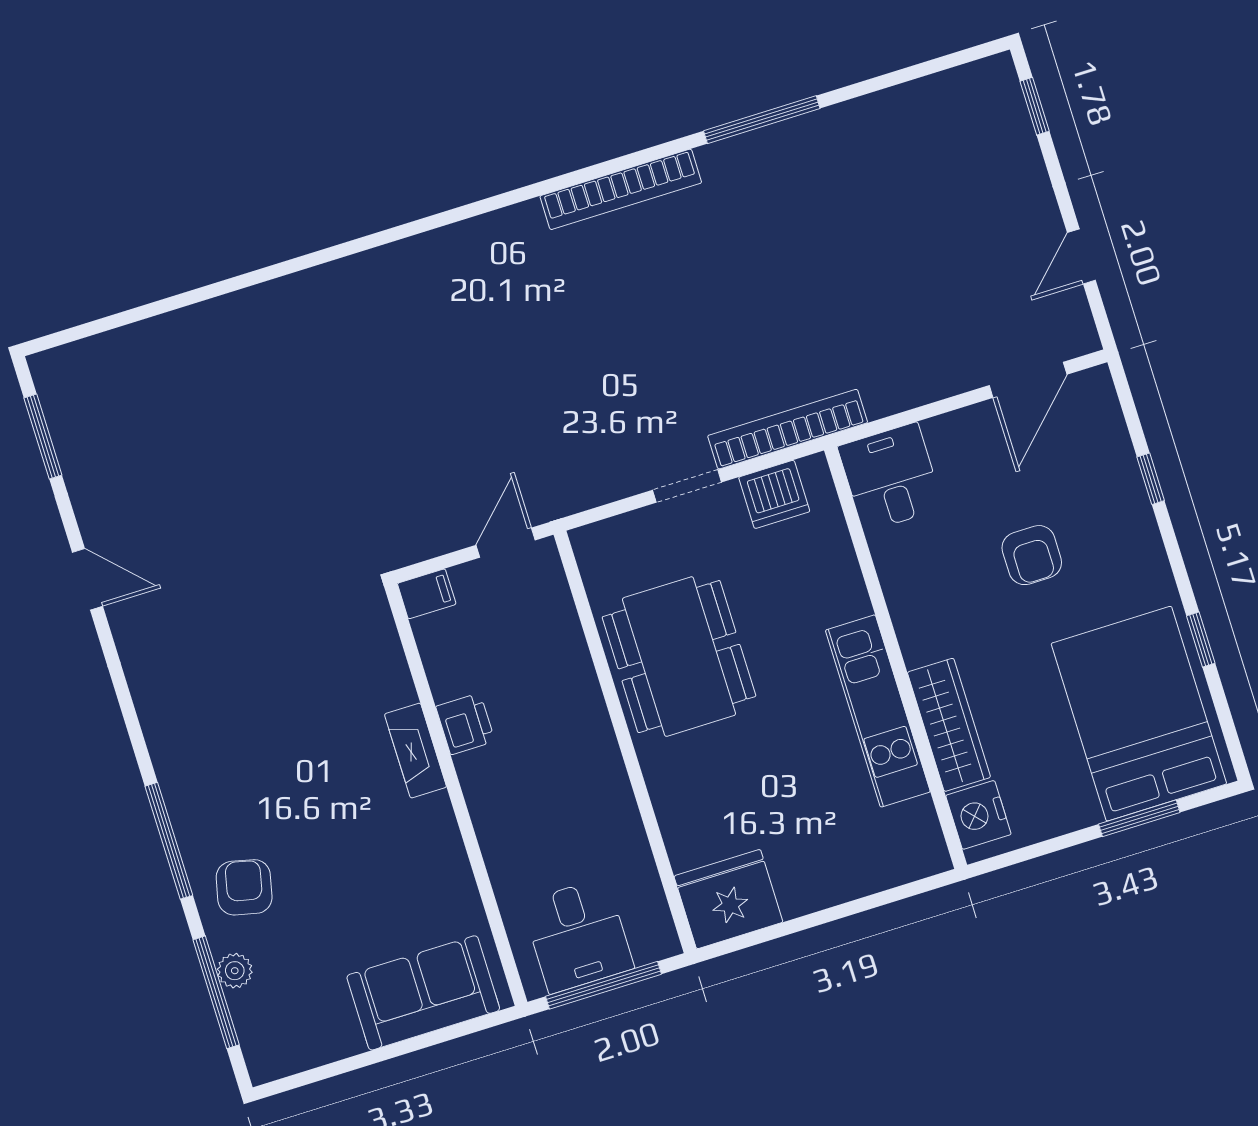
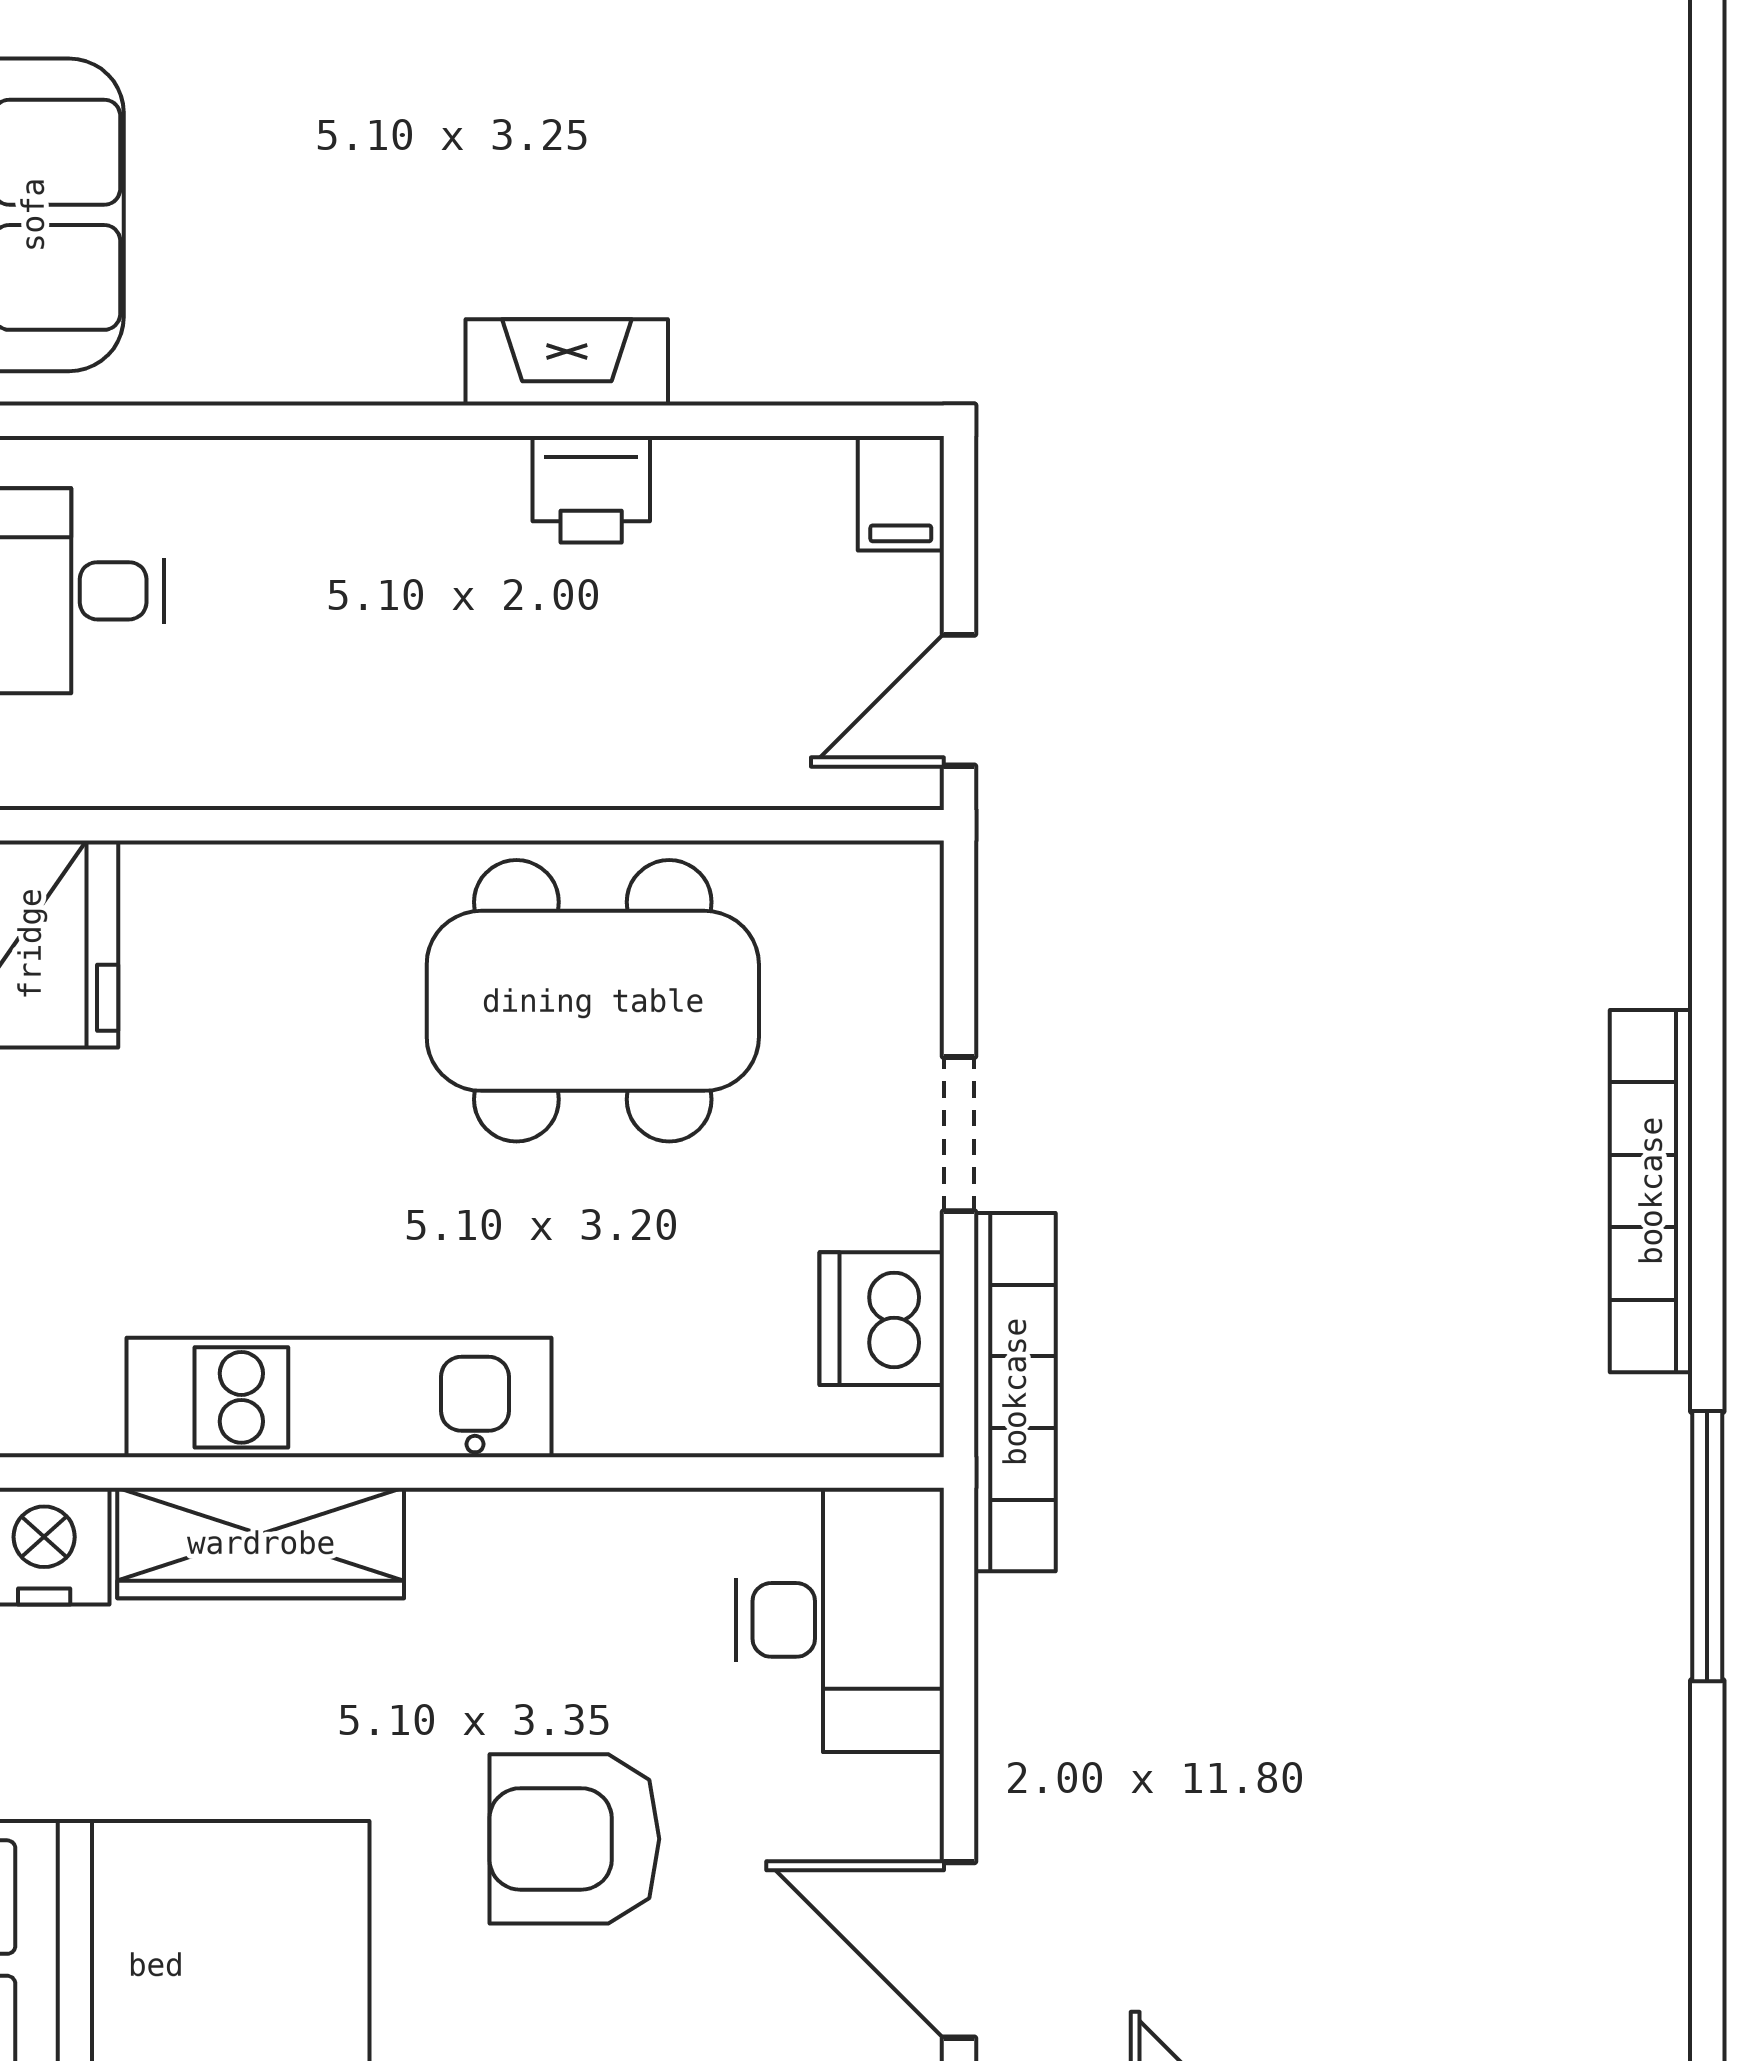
desk: (891, 477) -> (840, 1620), width x1.37
door: (506, 543) -> (959, 700), swing flipped
armchair: (1032, 555) -> (574, 1839), width x1.38, depth x1.38

